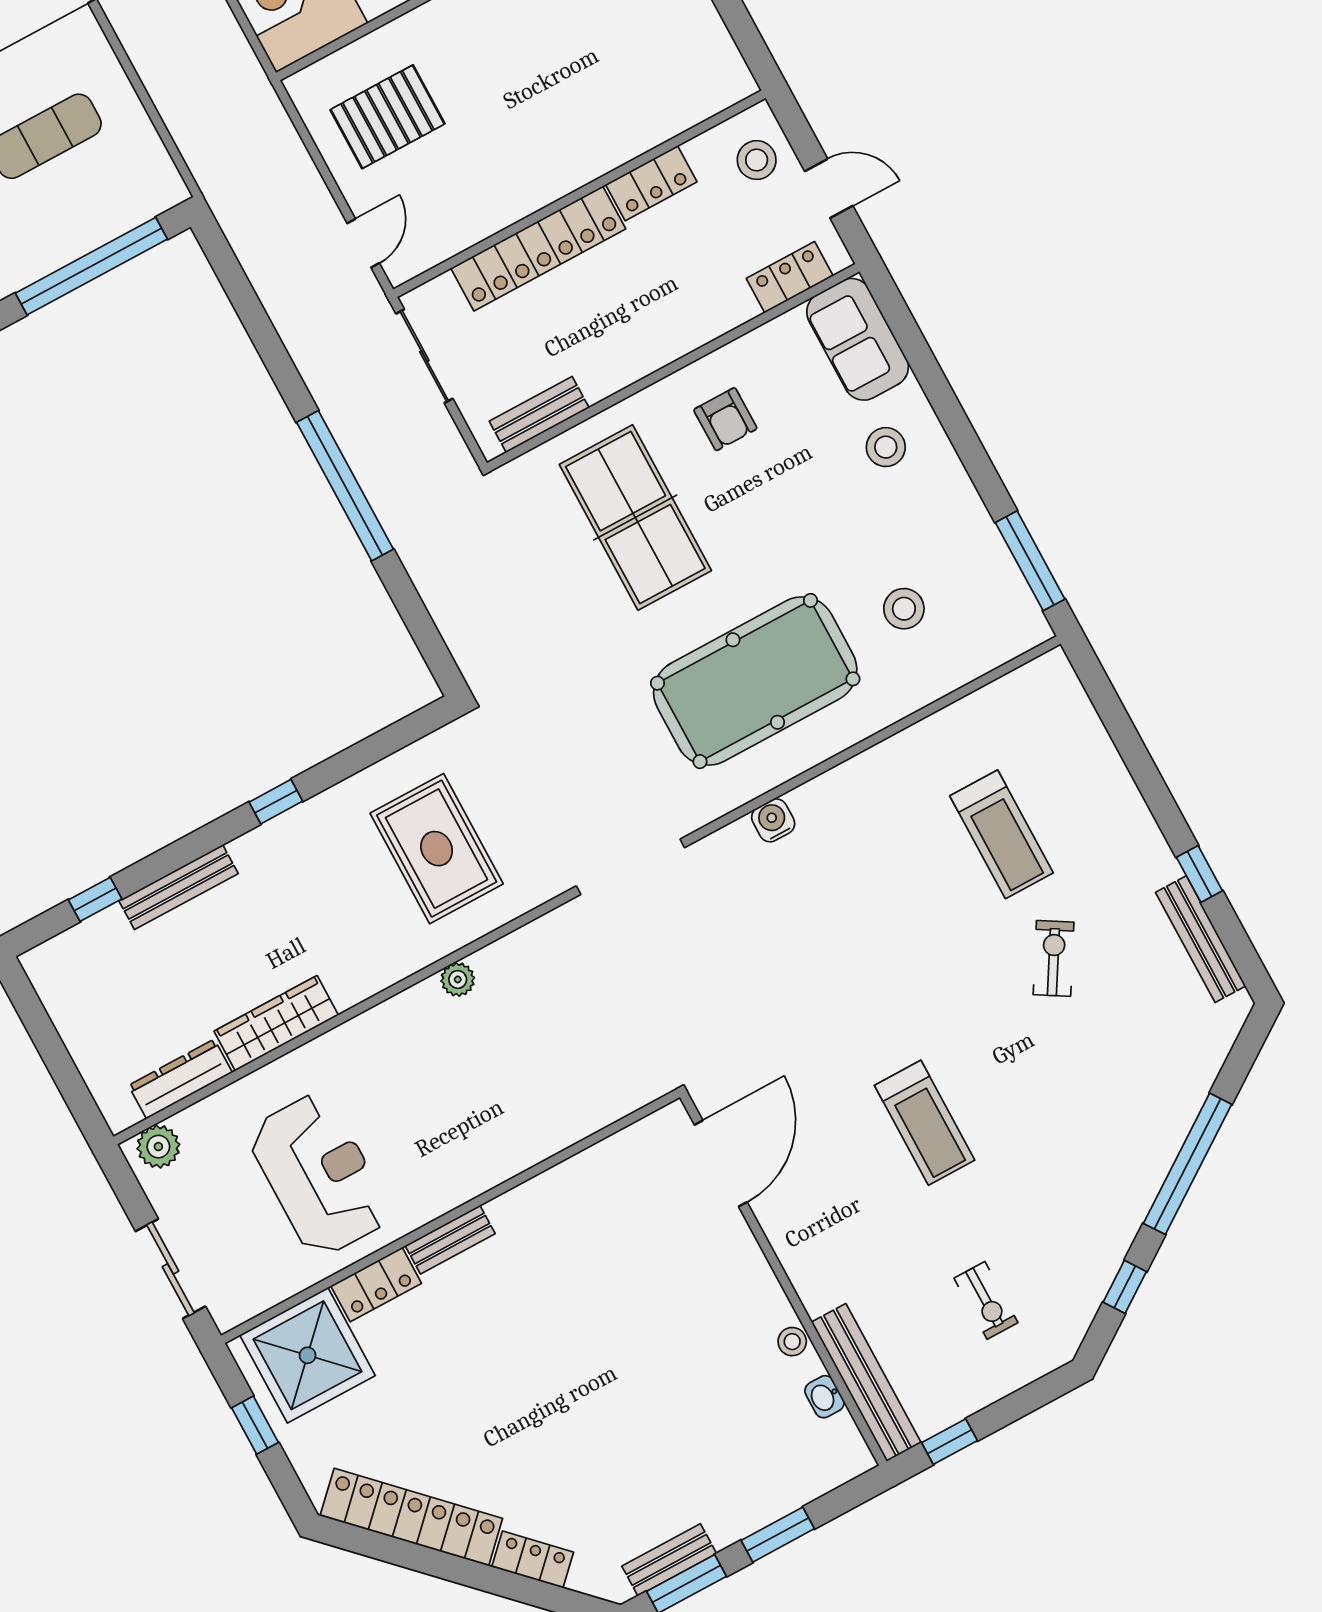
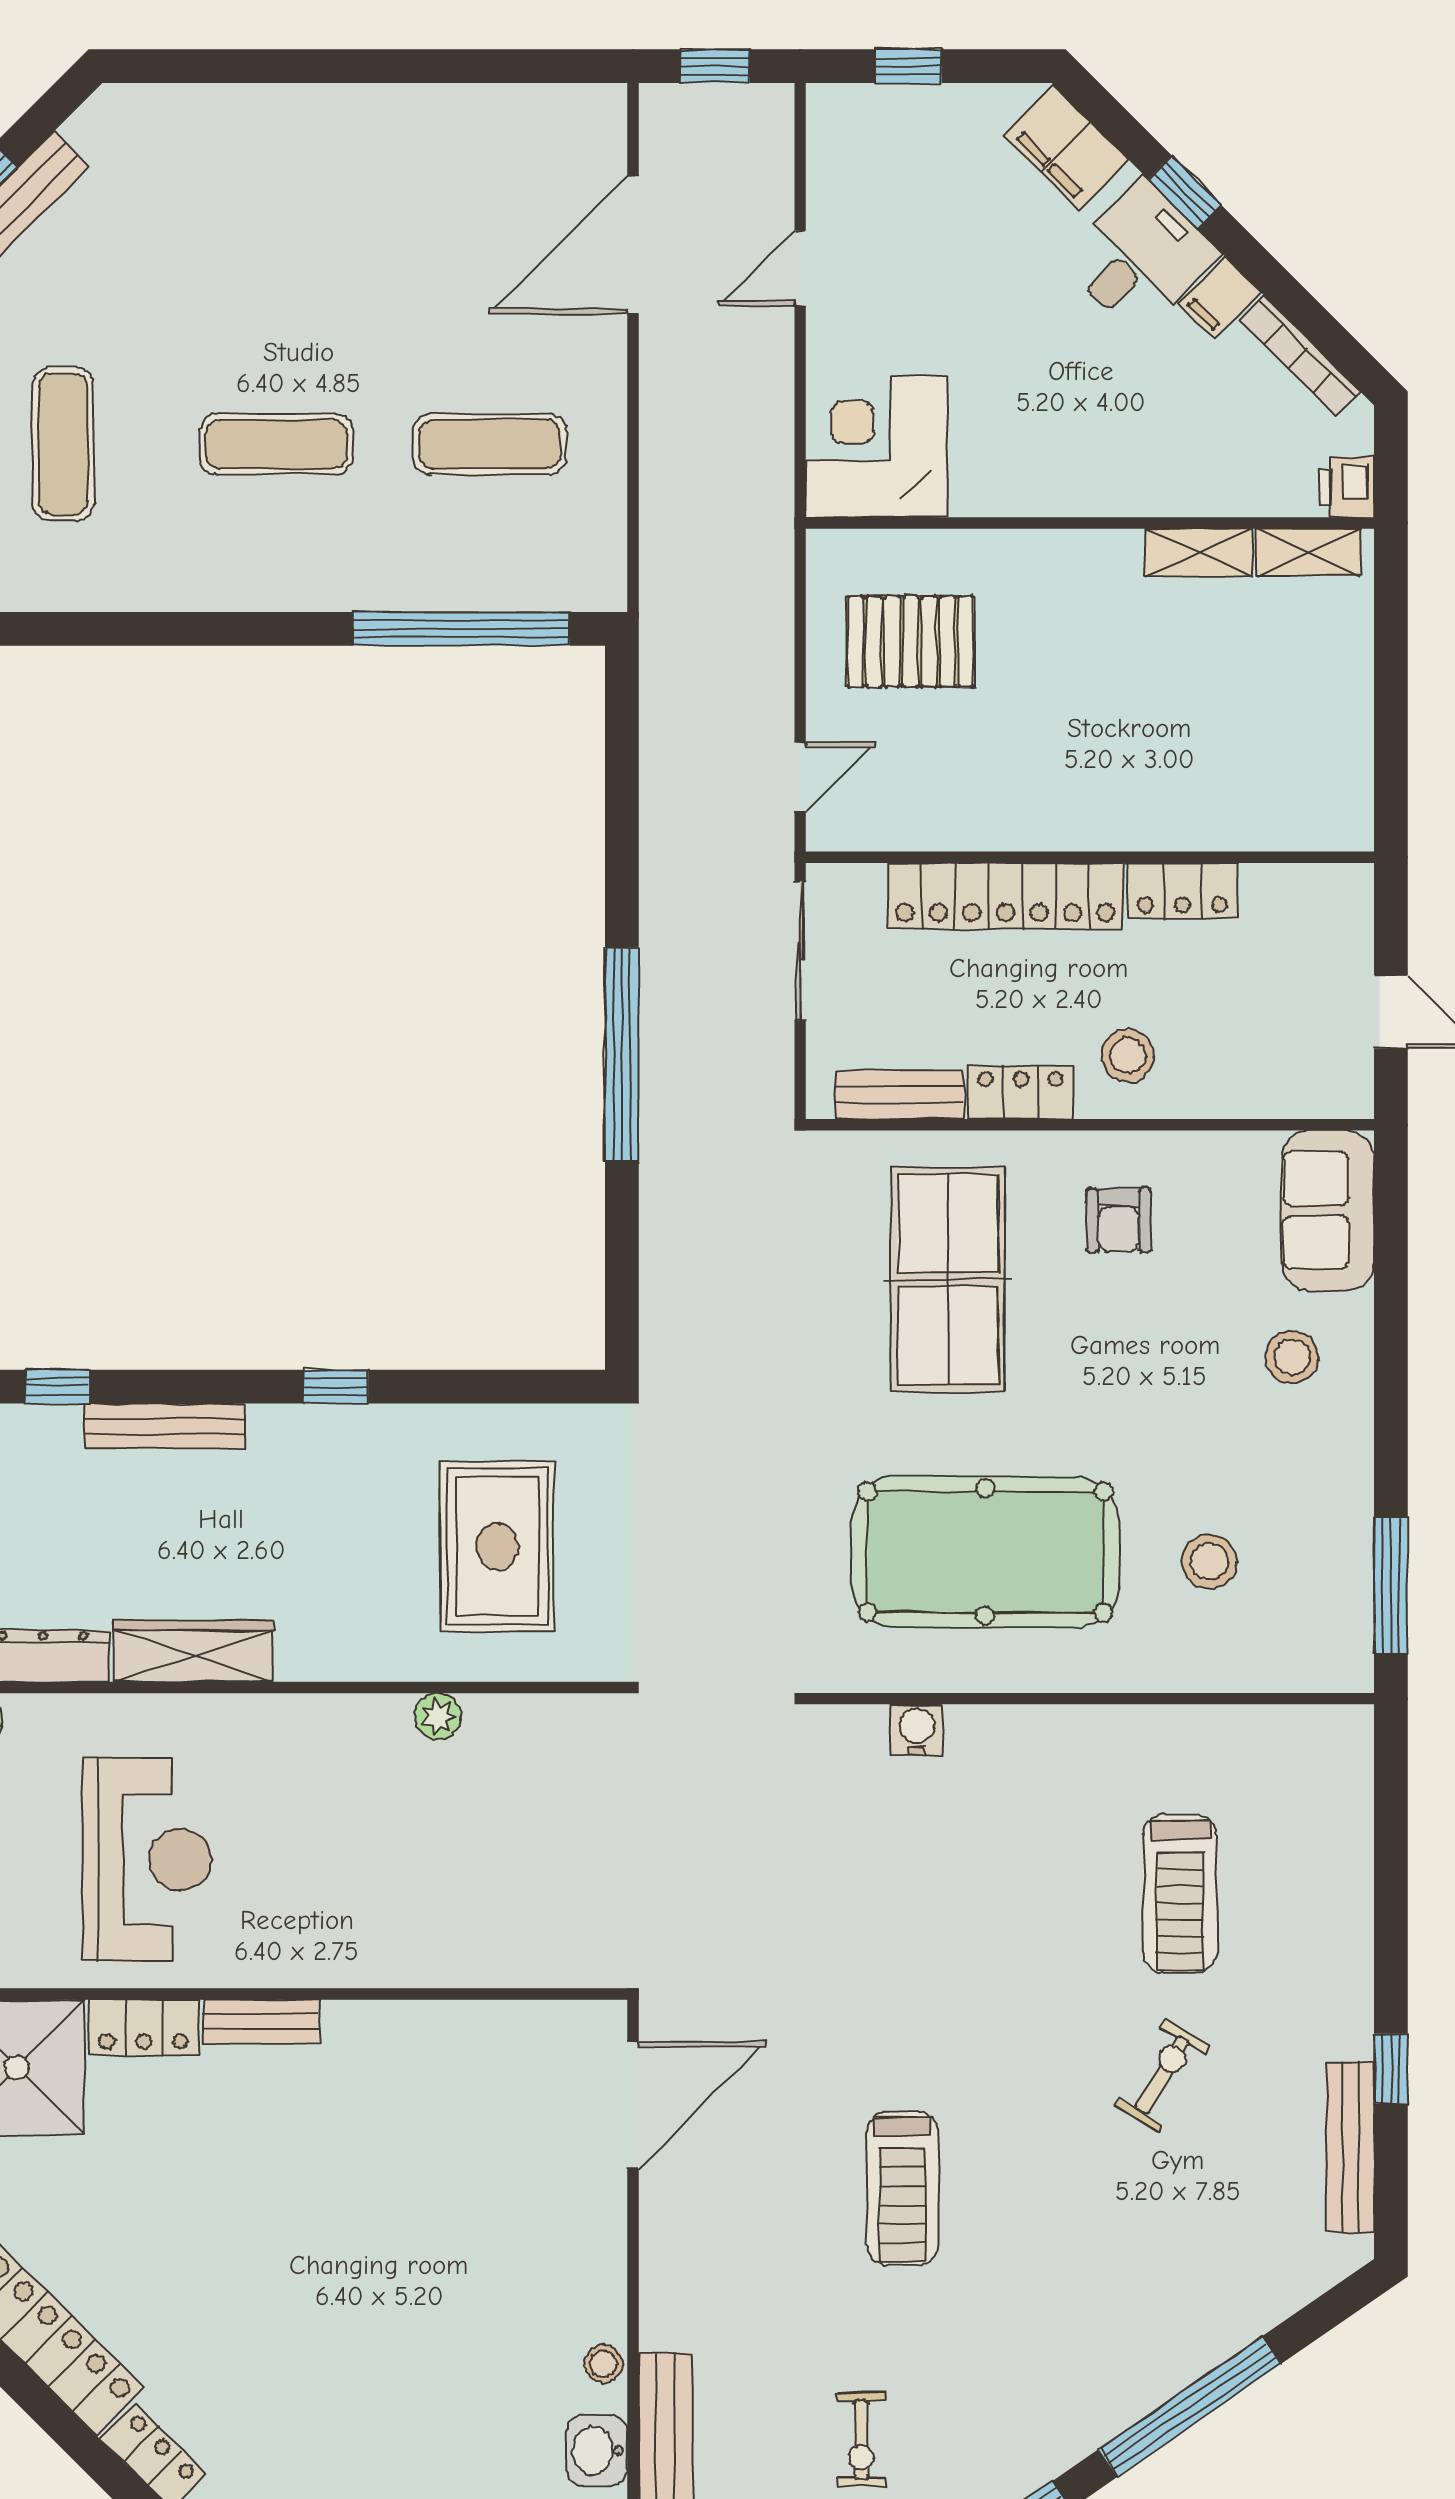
stool: (757, 160) -> (1128, 1056), moved
locker: (790, 277) -> (1021, 1092), moved
washbasin: (824, 1397) -> (597, 2450), width x1.38, depth x1.45

